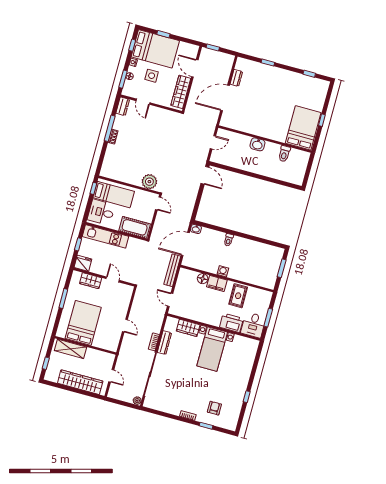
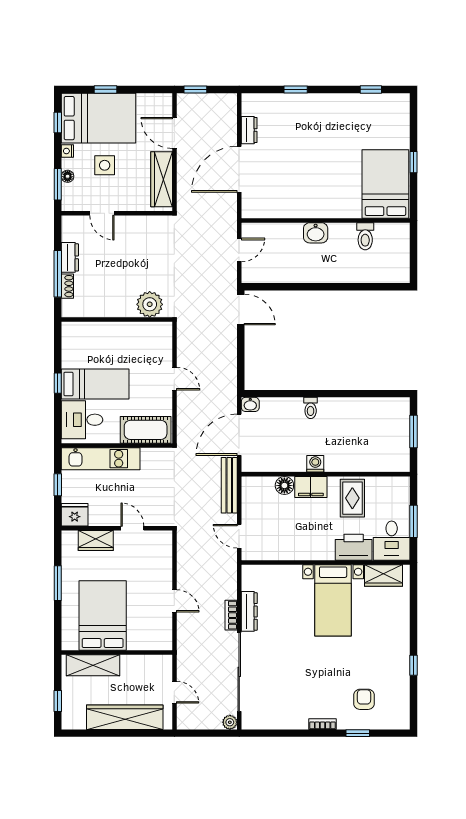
dresser: (123, 106) -> (70, 257), moved
plant: (149, 182) -> (150, 304), moved
wall: (129, 185) -> (117, 319), moved
wardrobe: (188, 328) -> (384, 576), moved

